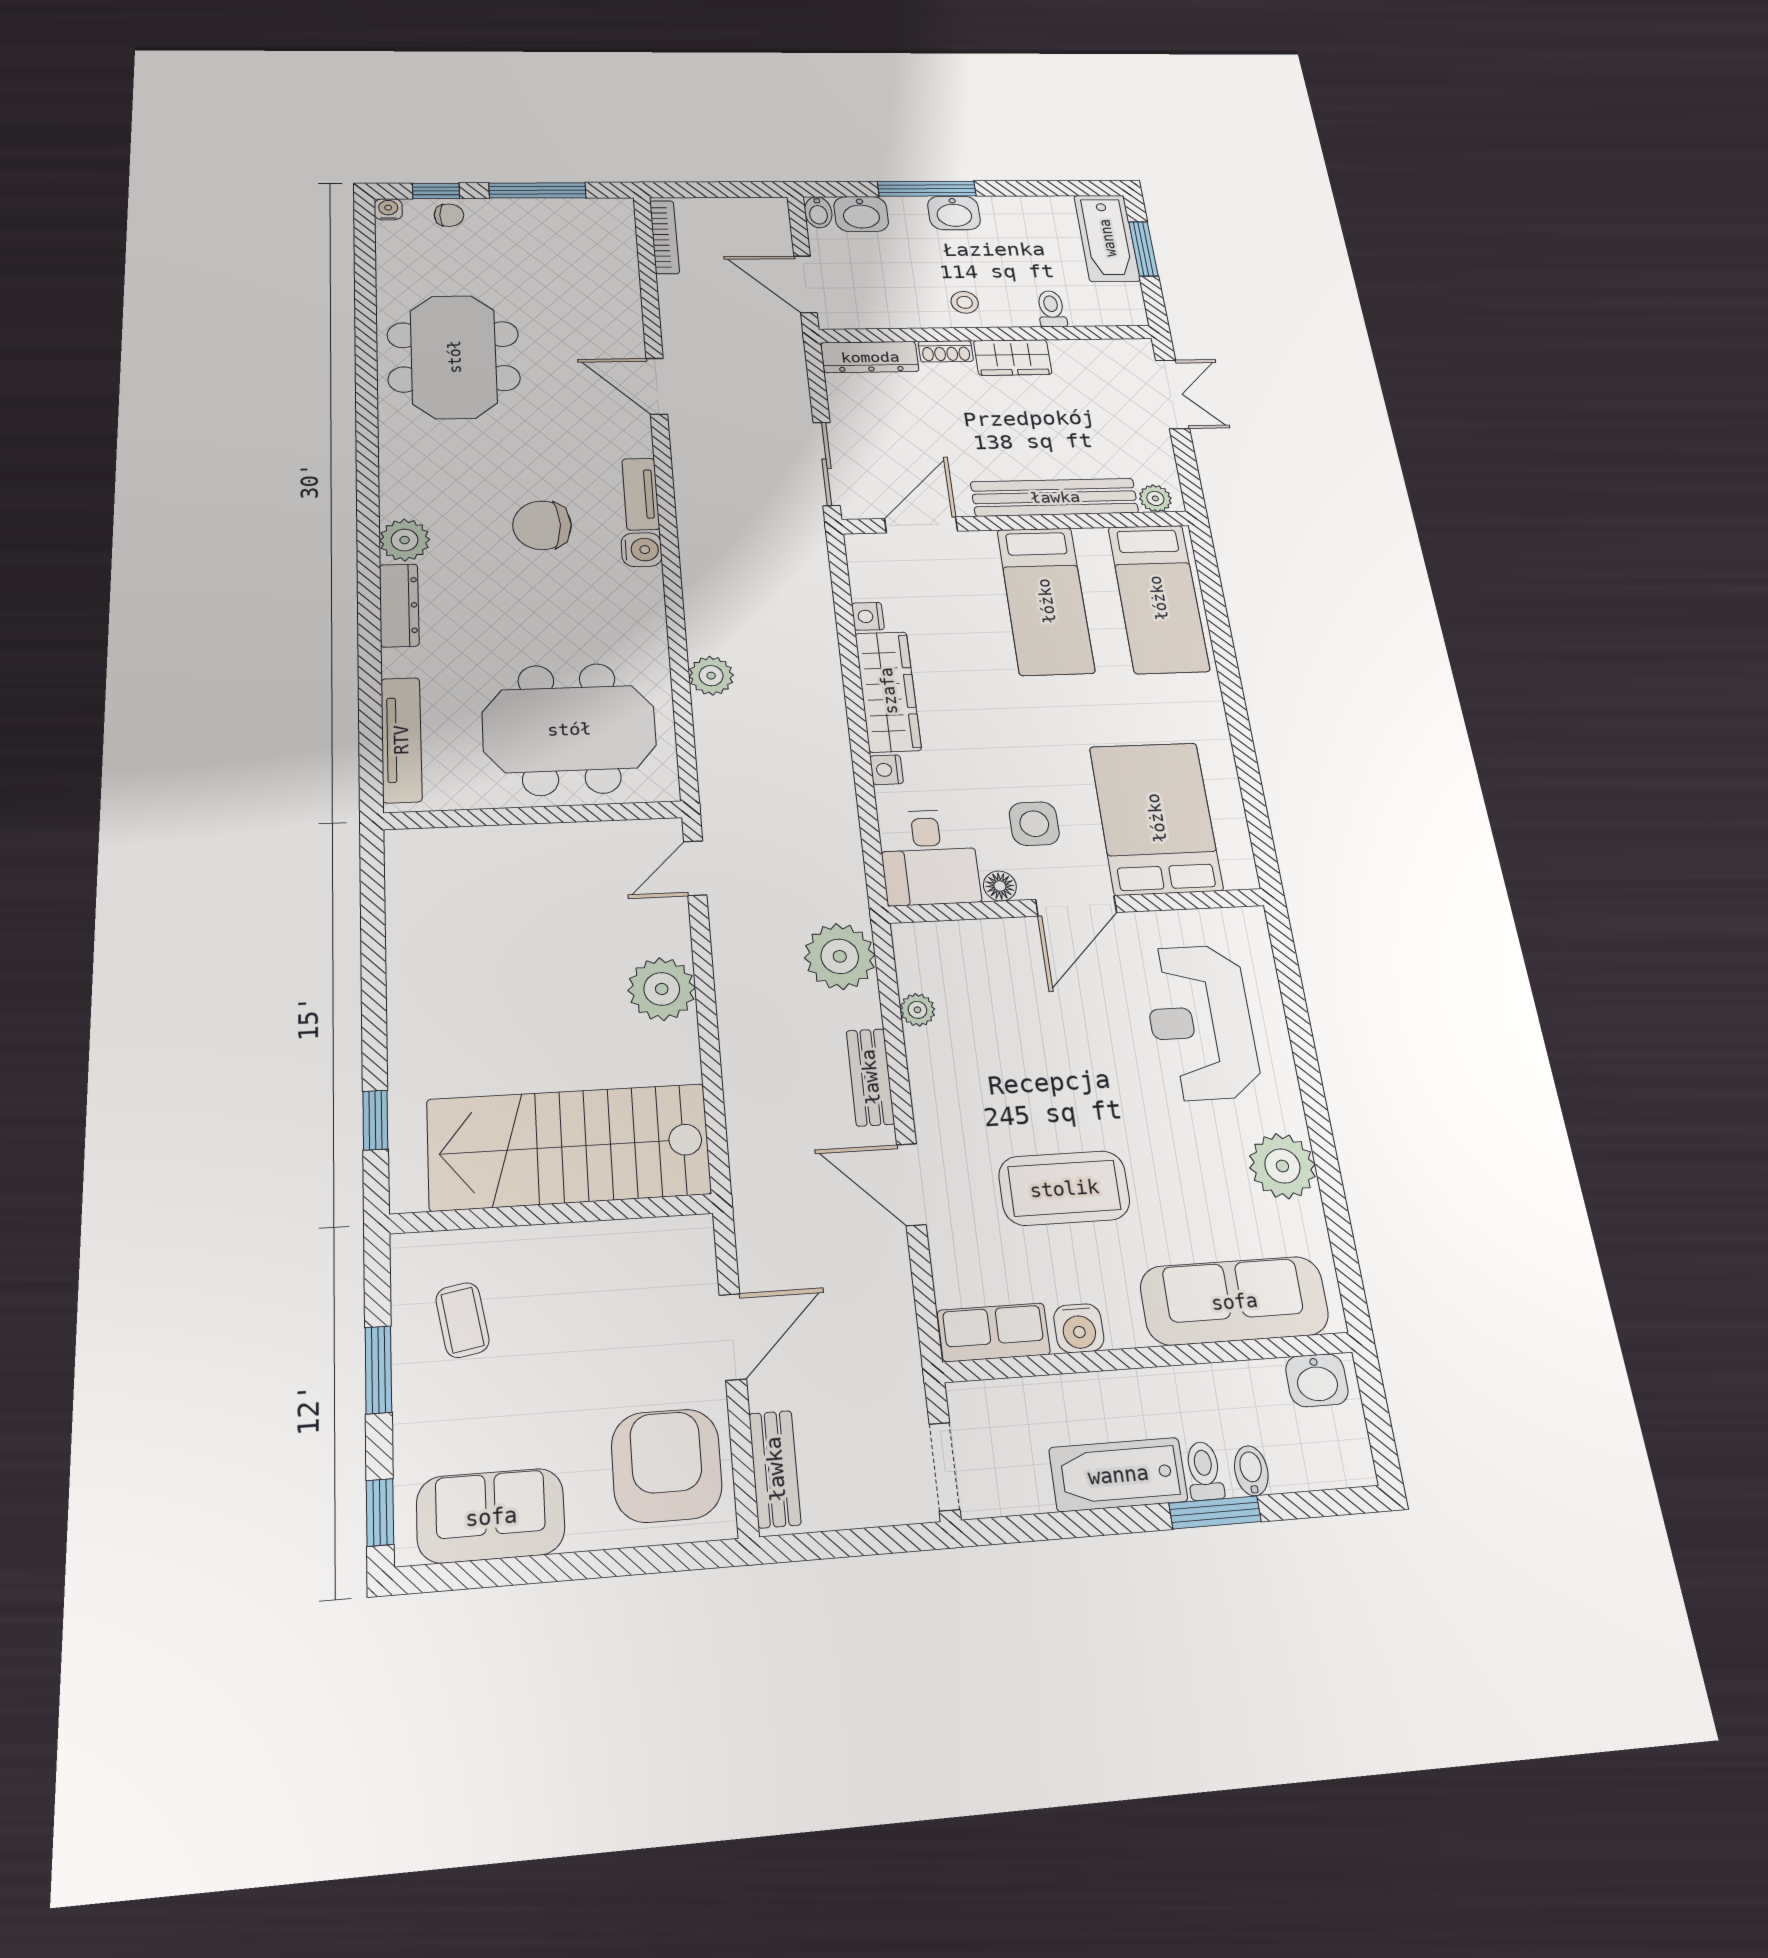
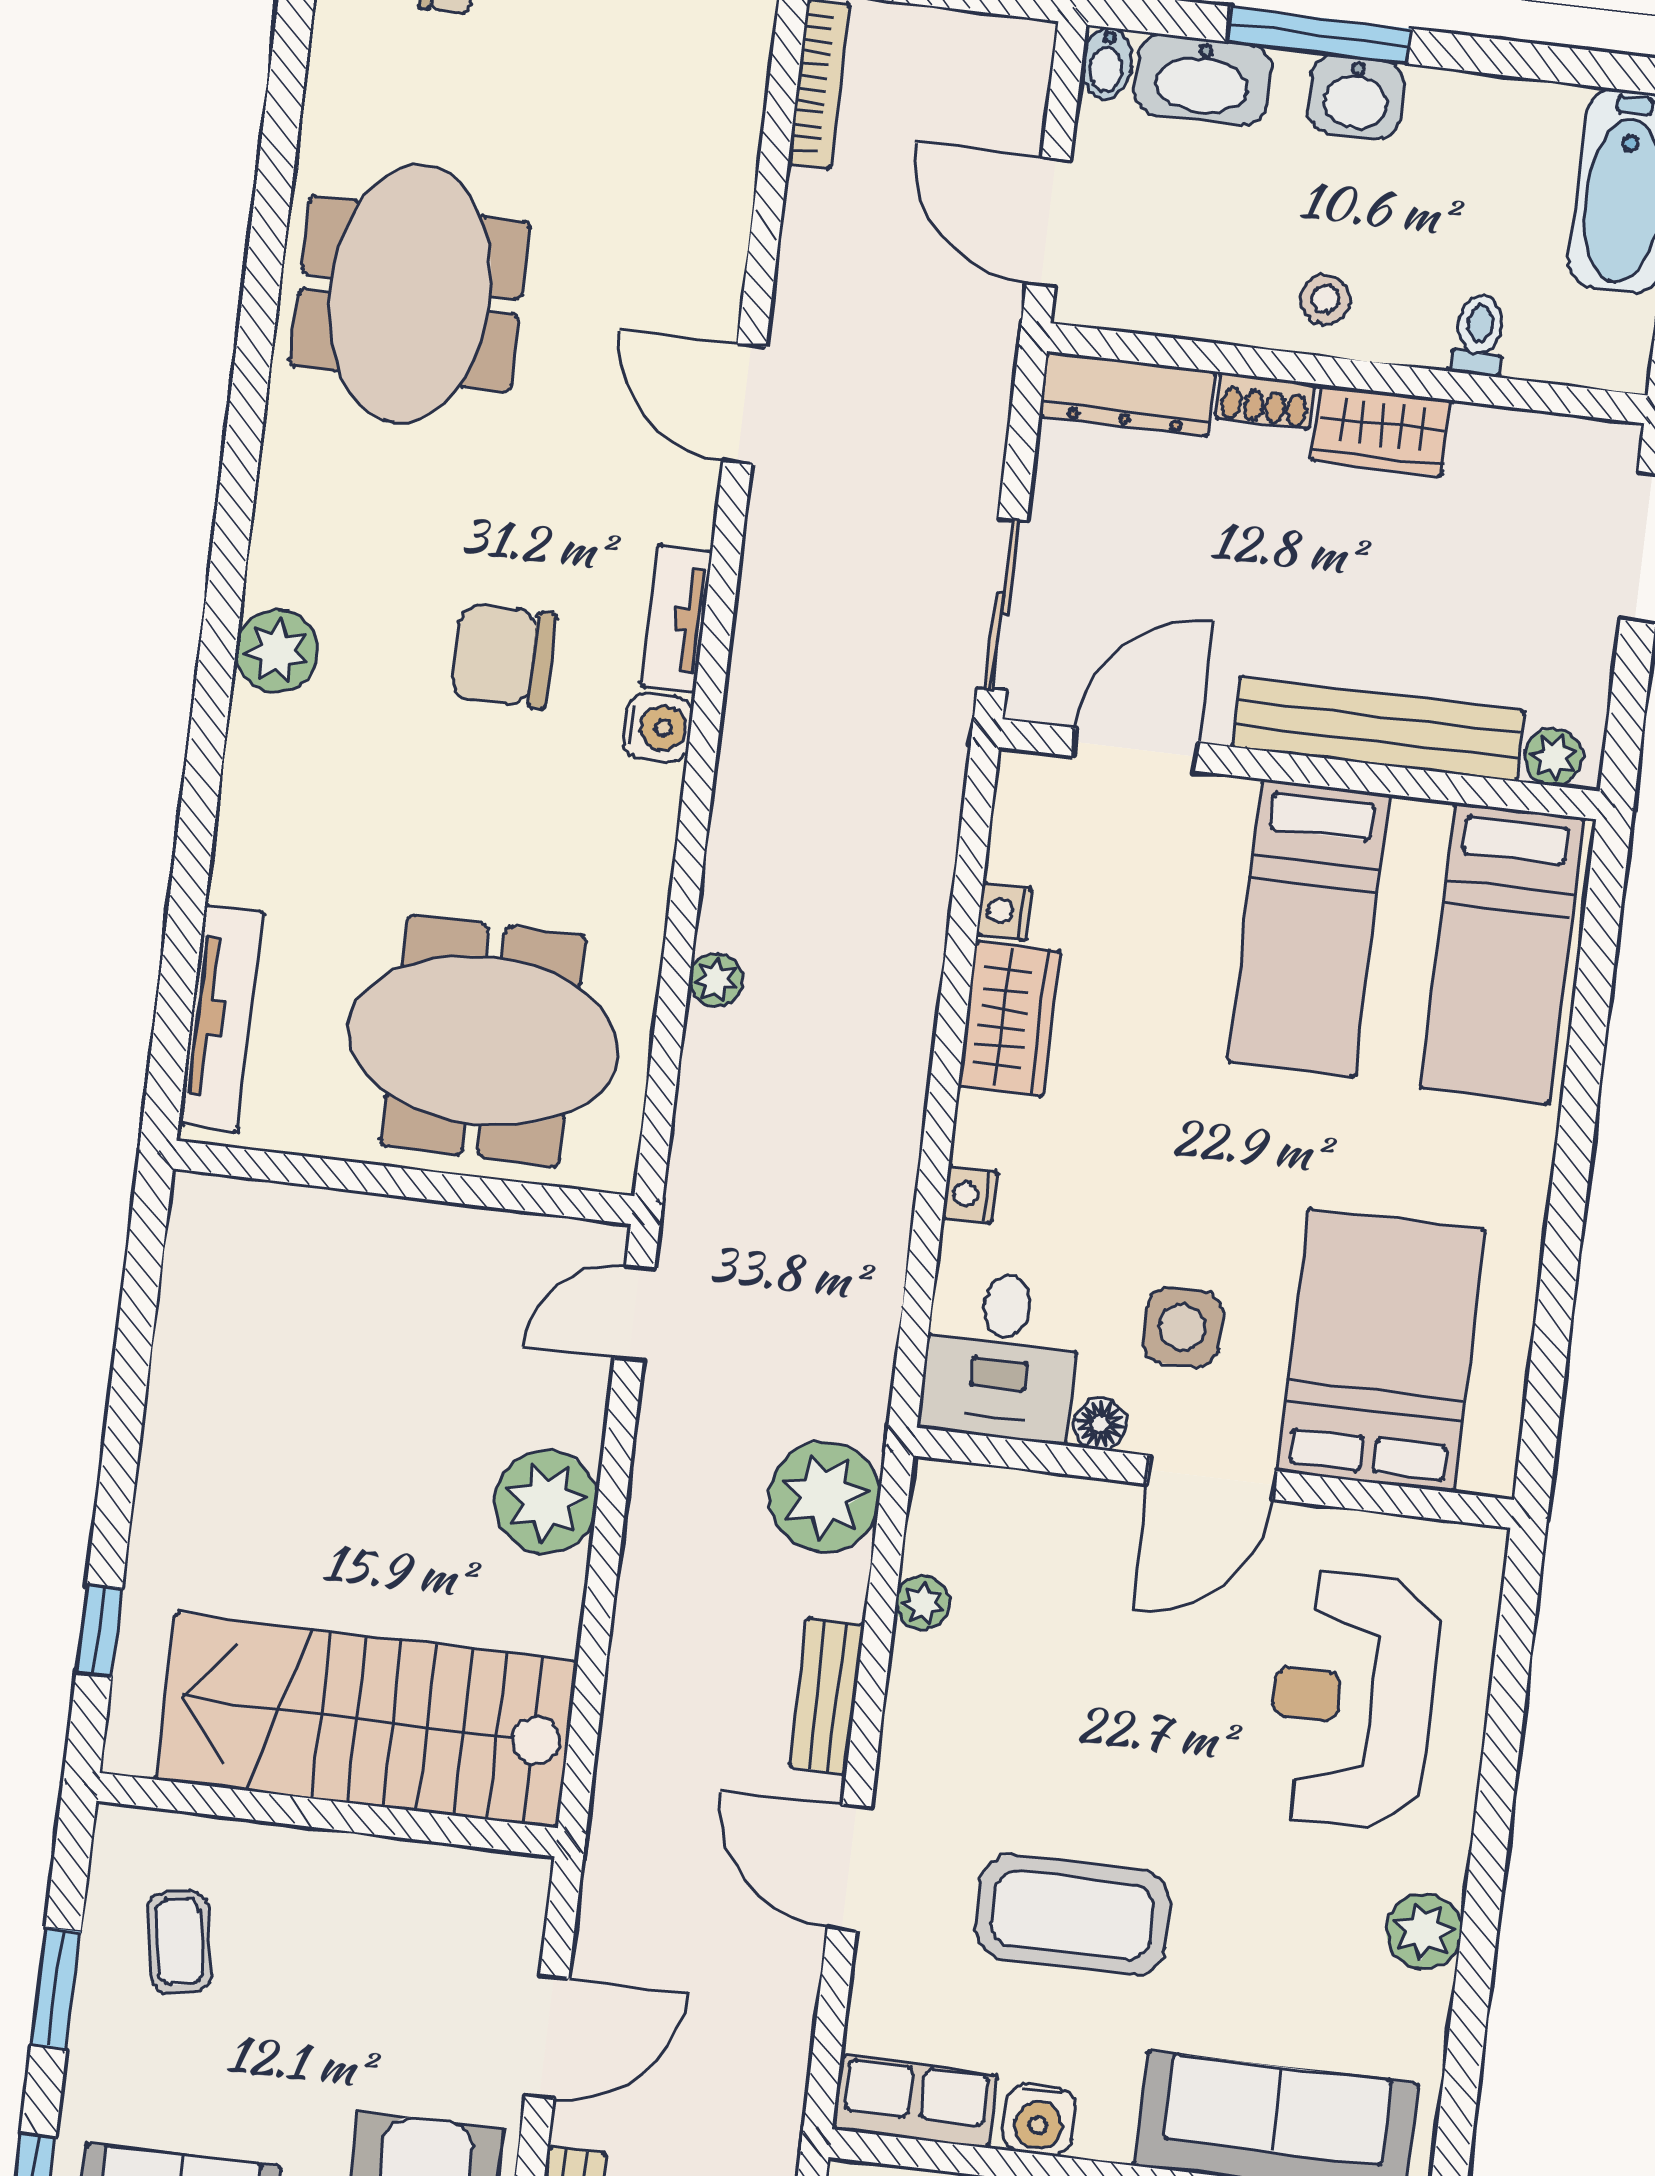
washbasin: (861, 214) -> (1203, 80), width x1.38
dresser: (399, 605) -> (251, 773), removed
plant: (711, 676) -> (716, 980), width x0.73, depth x0.73
wardrobe: (888, 691) -> (1009, 1019), width x0.67
plant: (1282, 1166) -> (1424, 1931), width x0.73, depth x0.73

